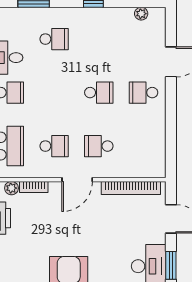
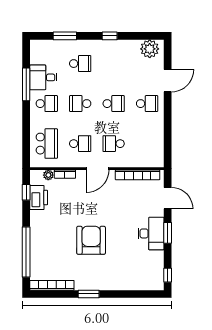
plant: (141, 14) -> (150, 49), width x1.87, depth x1.87
school desk: (54, 93) -> (80, 104), added
school desk: (144, 93) -> (147, 104), turned 180

